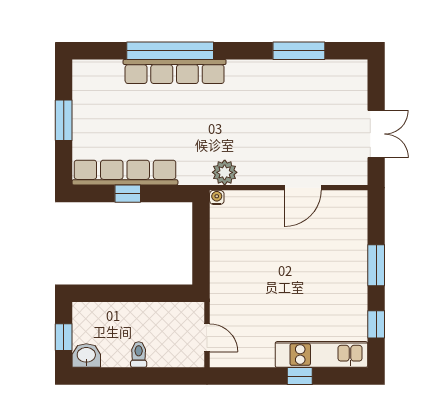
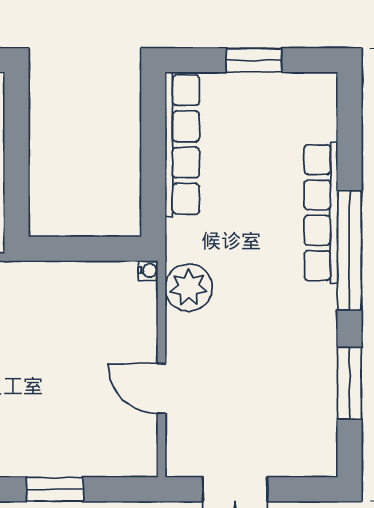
window: (170, 51) -> (349, 250), moved
plant: (225, 172) -> (189, 288), width x1.36, depth x1.36
window: (128, 194) -> (153, 148), removed

